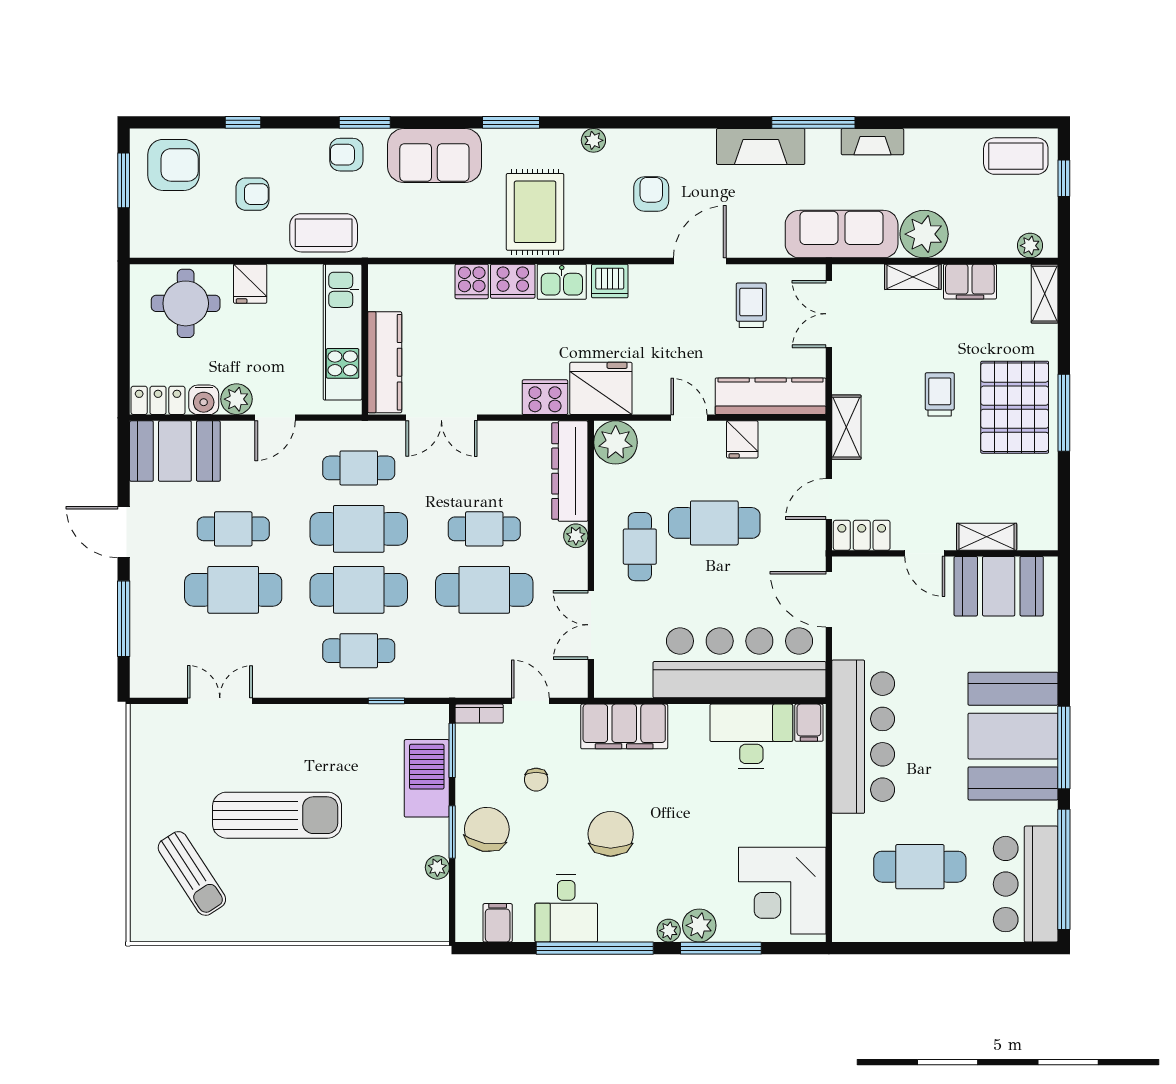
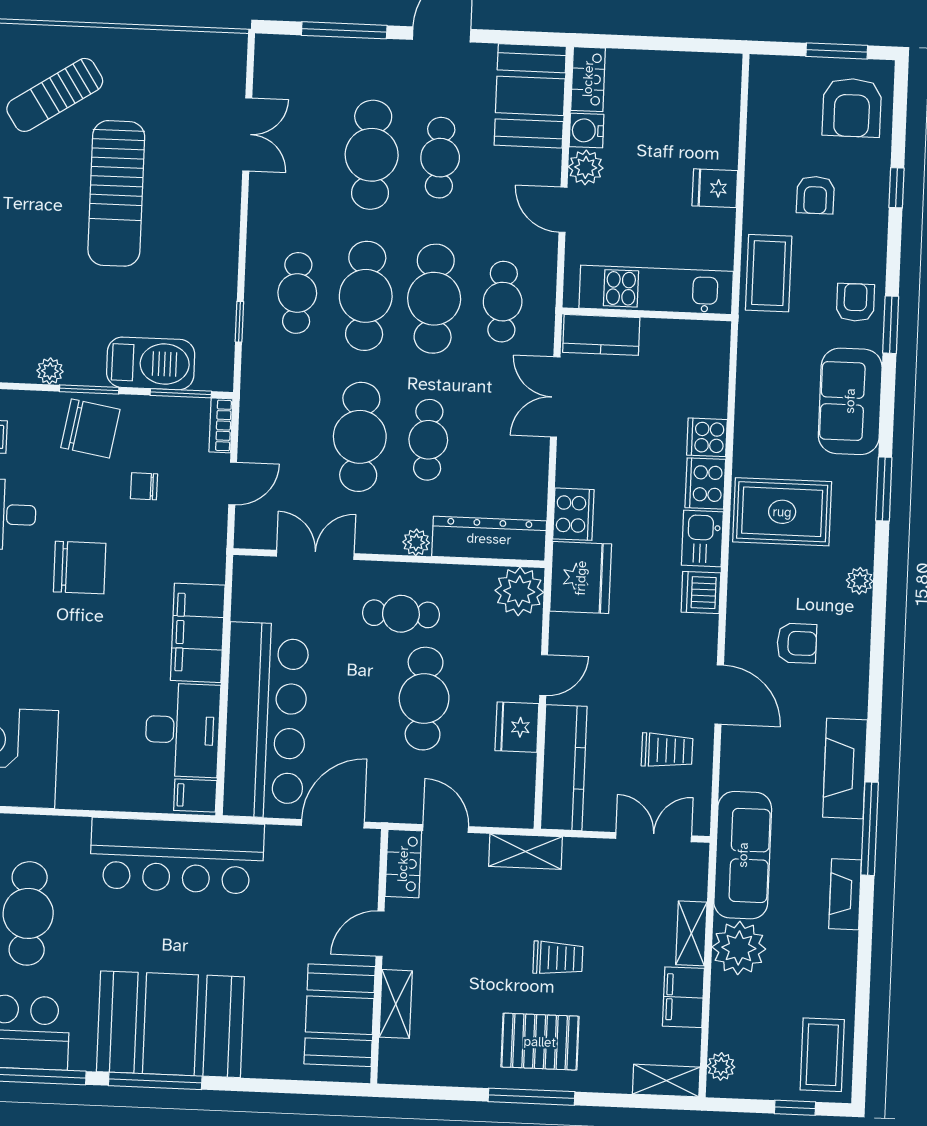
round table: (186, 303) -> (696, 115), removed
kitchen counter: (385, 362) -> (601, 335), width x0.67
pallet: (1015, 407) -> (540, 1042), width x0.73, depth x0.71
fridge: (742, 439) -> (517, 727), width x1.38
filing cabinet: (624, 726) -> (198, 633), moved

